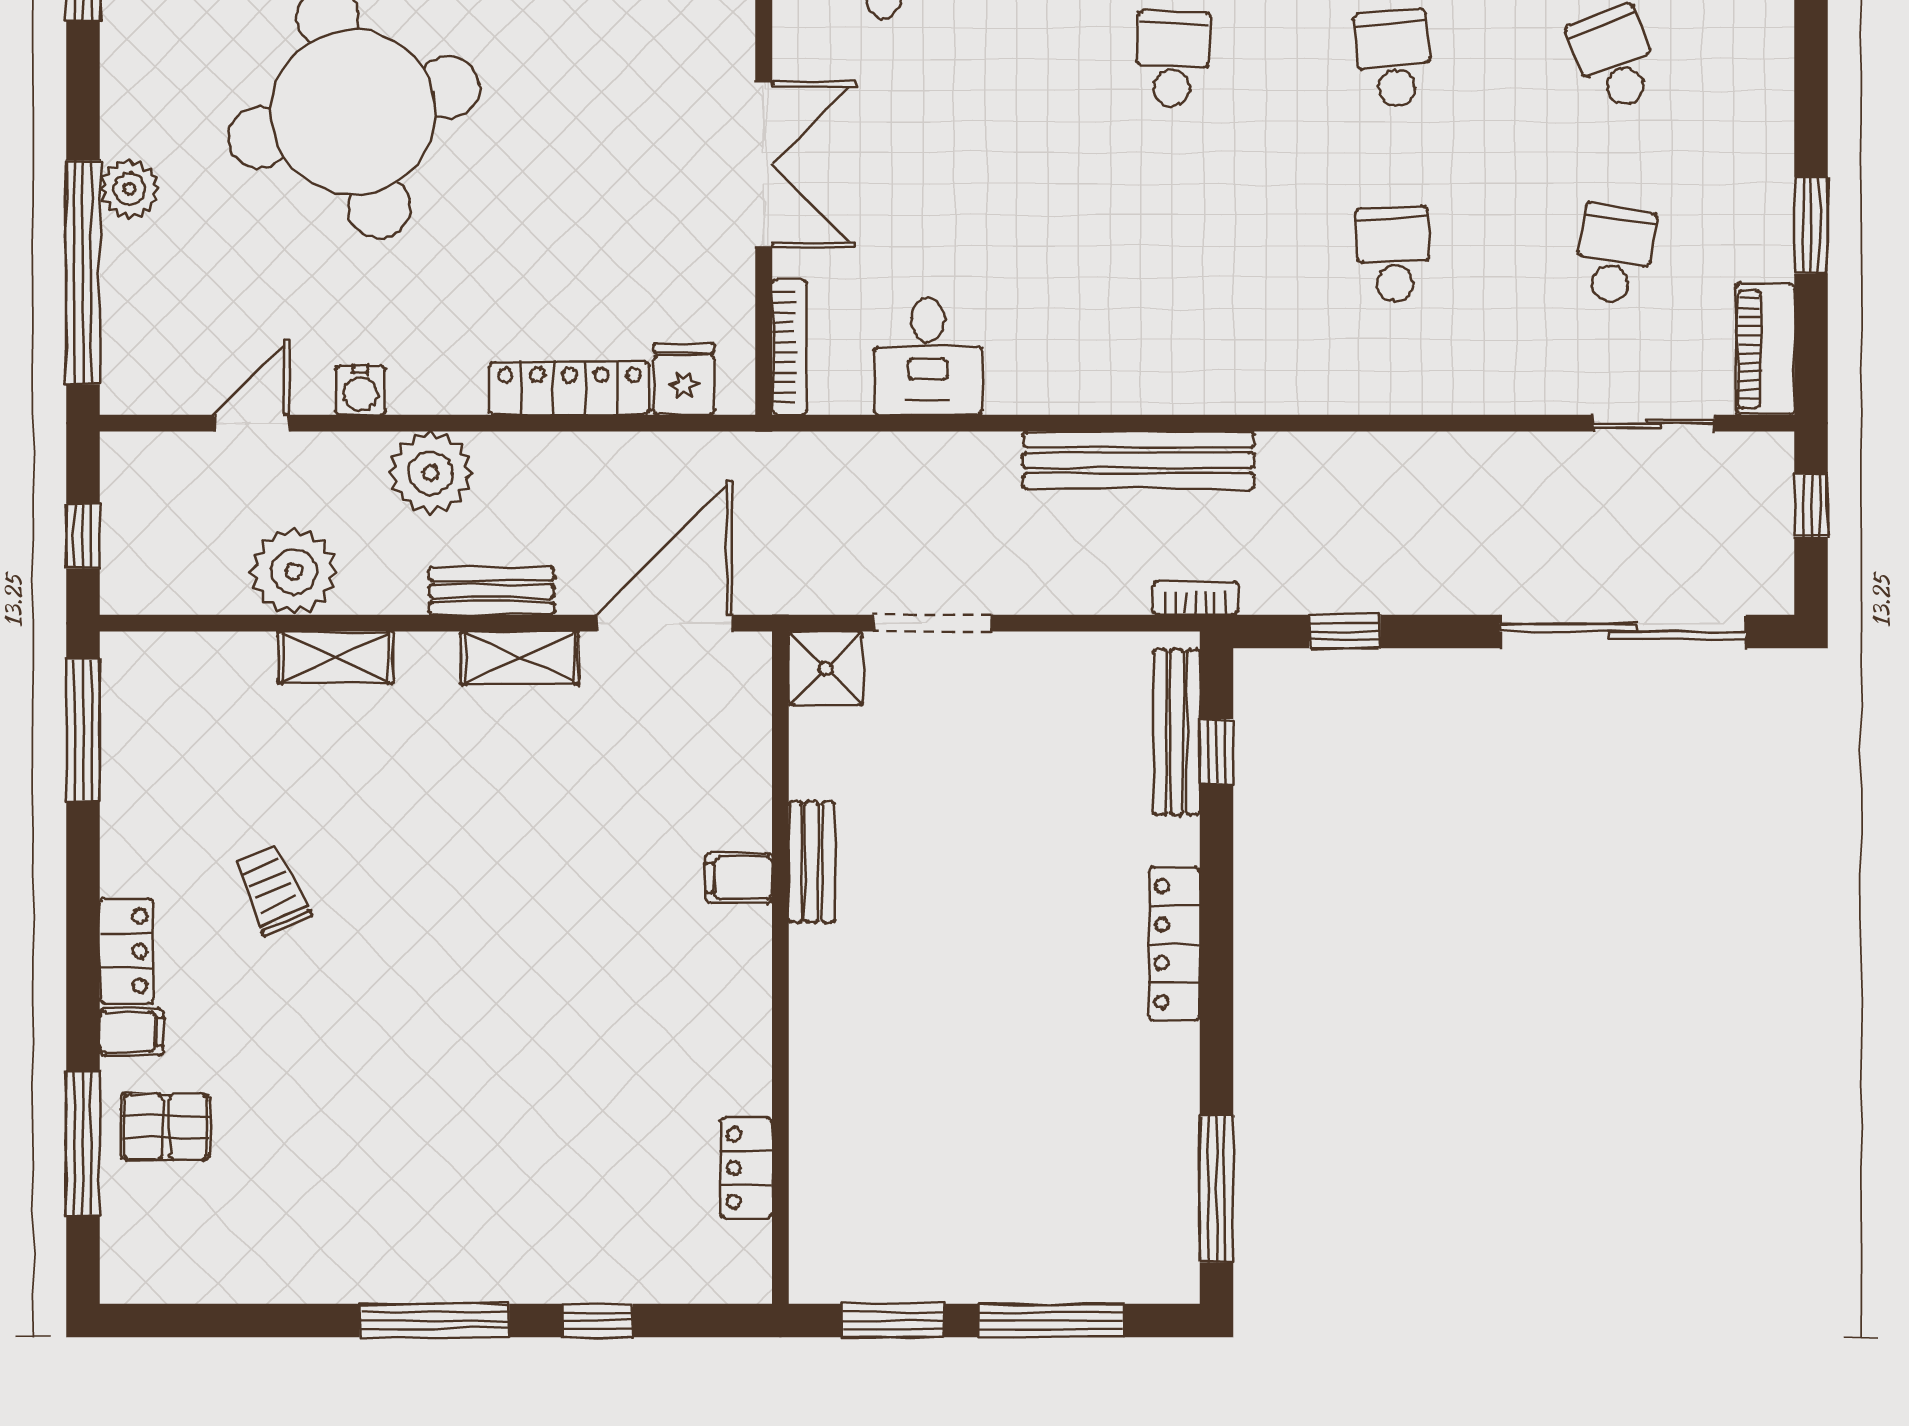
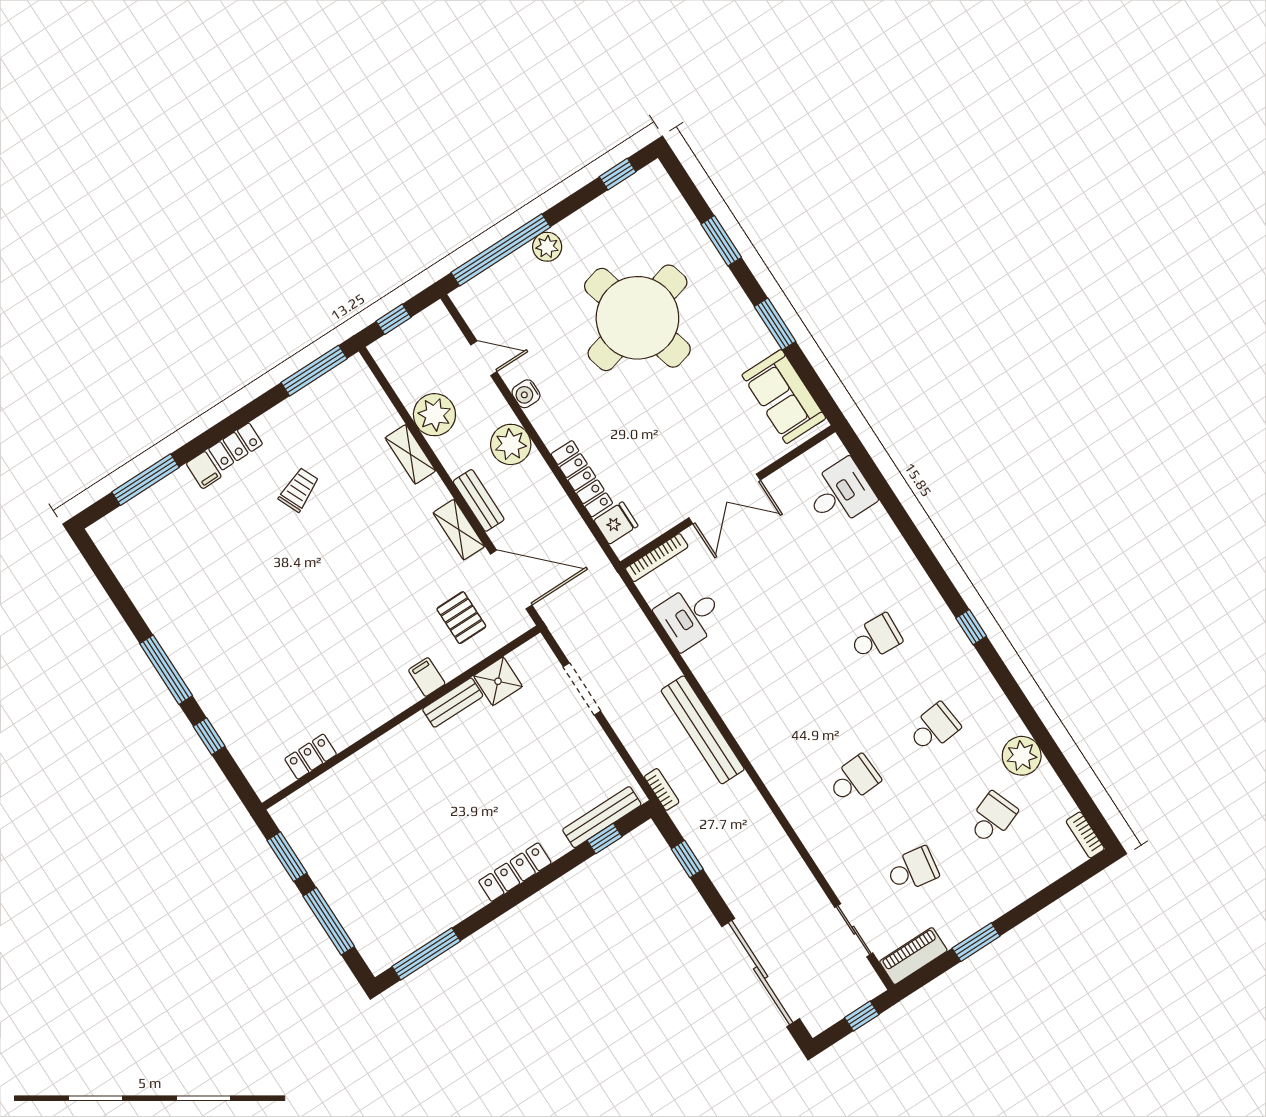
shower: (826, 668) -> (498, 681), moved
pallet: (166, 1127) -> (461, 618), moved

